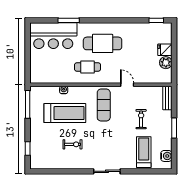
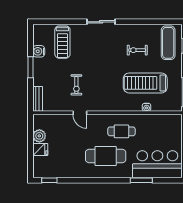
exercise mat: (104, 105) -> (168, 43), moved
exercise bike: (141, 119) -> (76, 85), moved
water cooler: (166, 156) -> (39, 51), moved

